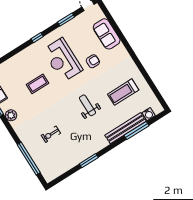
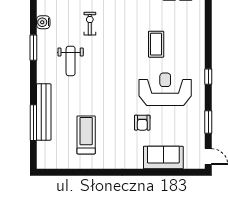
weight bench: (87, 105) -> (71, 61), moved, turned 90
water cooler: (149, 114) -> (43, 22), moved

